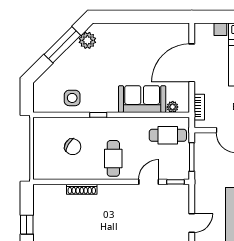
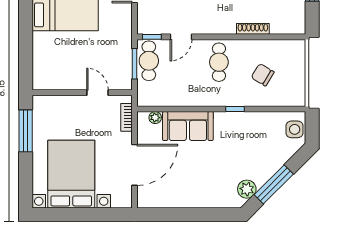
side table: (72, 98) -> (295, 129), moved
cafe table: (168, 135) -> (149, 61), moved, turned 90

